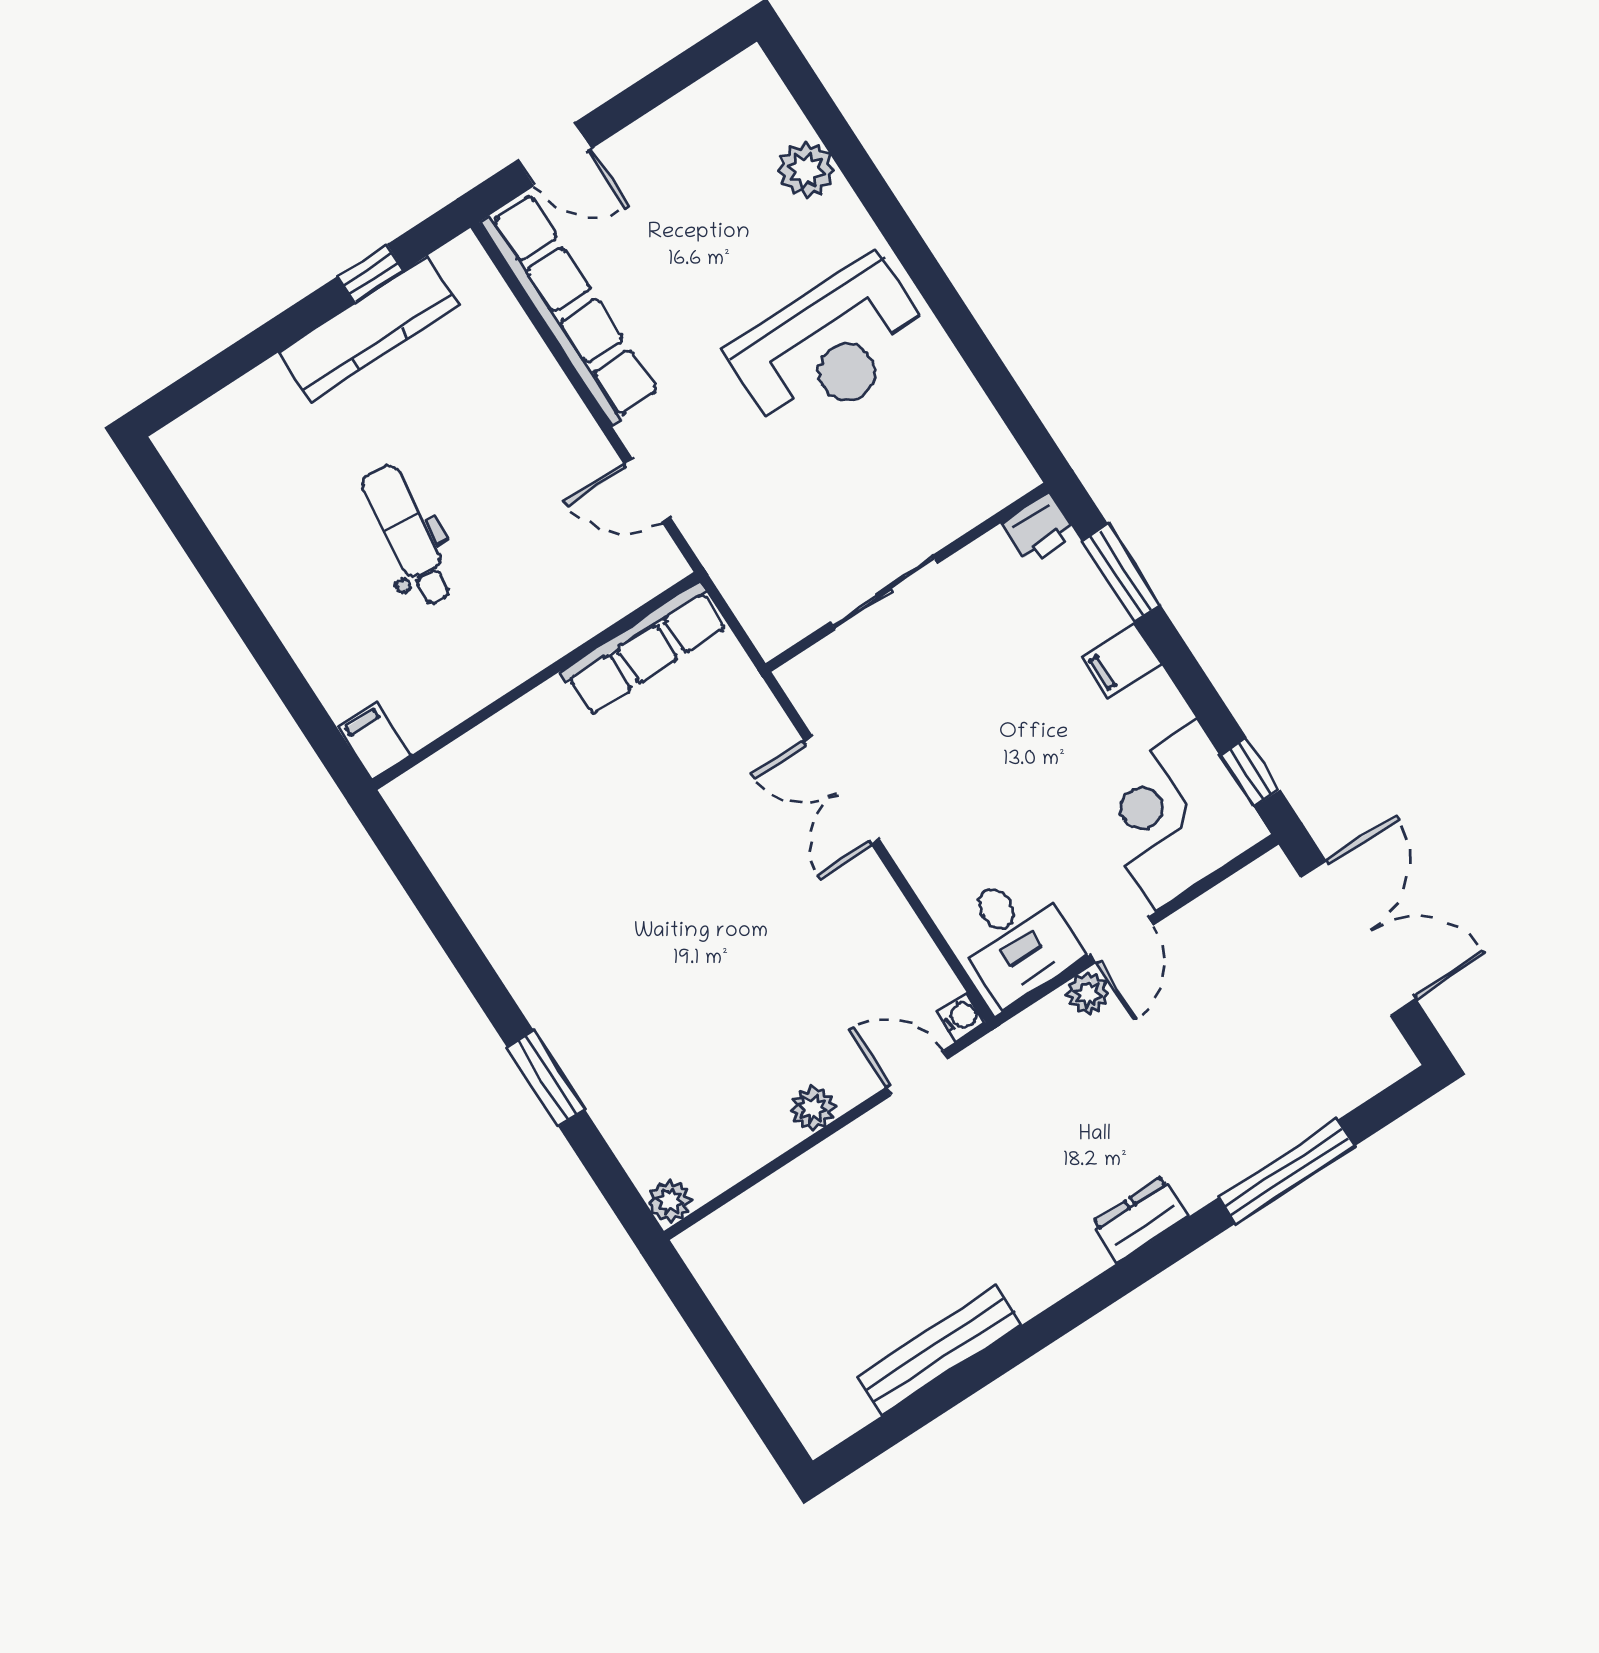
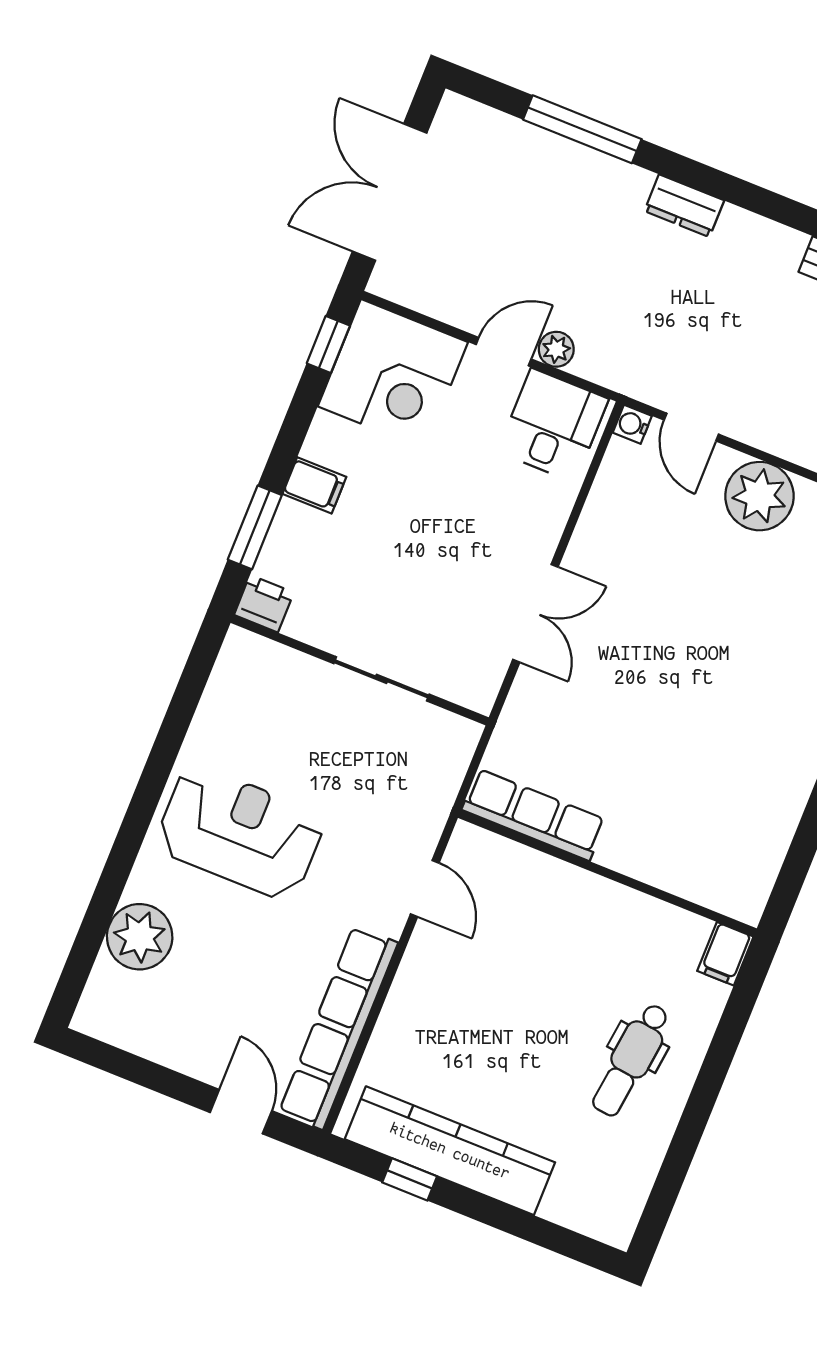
plant: (806, 170) -> (140, 937), width x1.36, depth x1.36
kitchen counter: (368, 329) -> (450, 1151), width x1.39, depth x1.17
dental chair: (408, 535) -> (631, 1060), moved
plant: (812, 1108) -> (759, 496), width x1.87, depth x1.87

